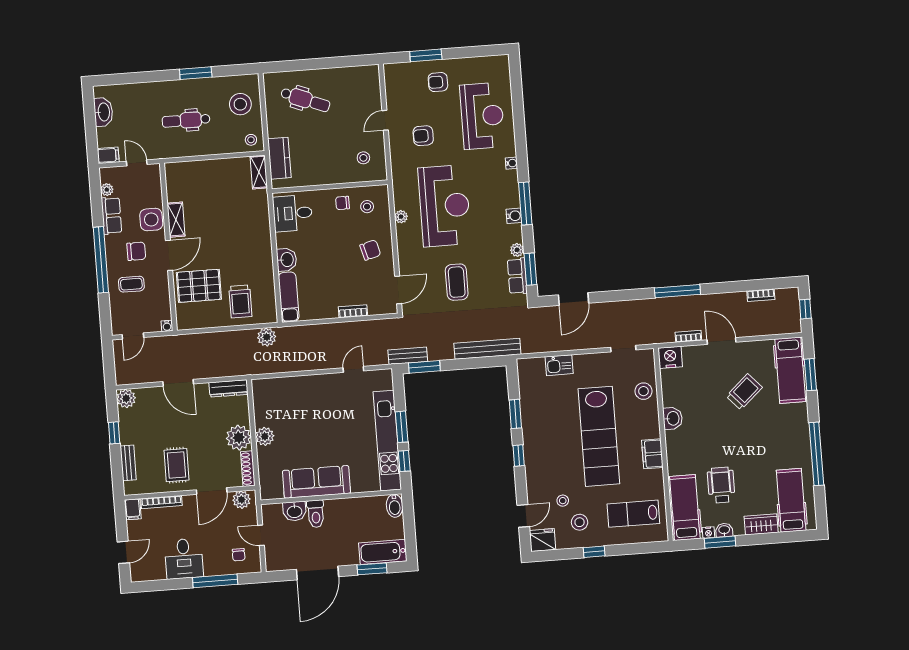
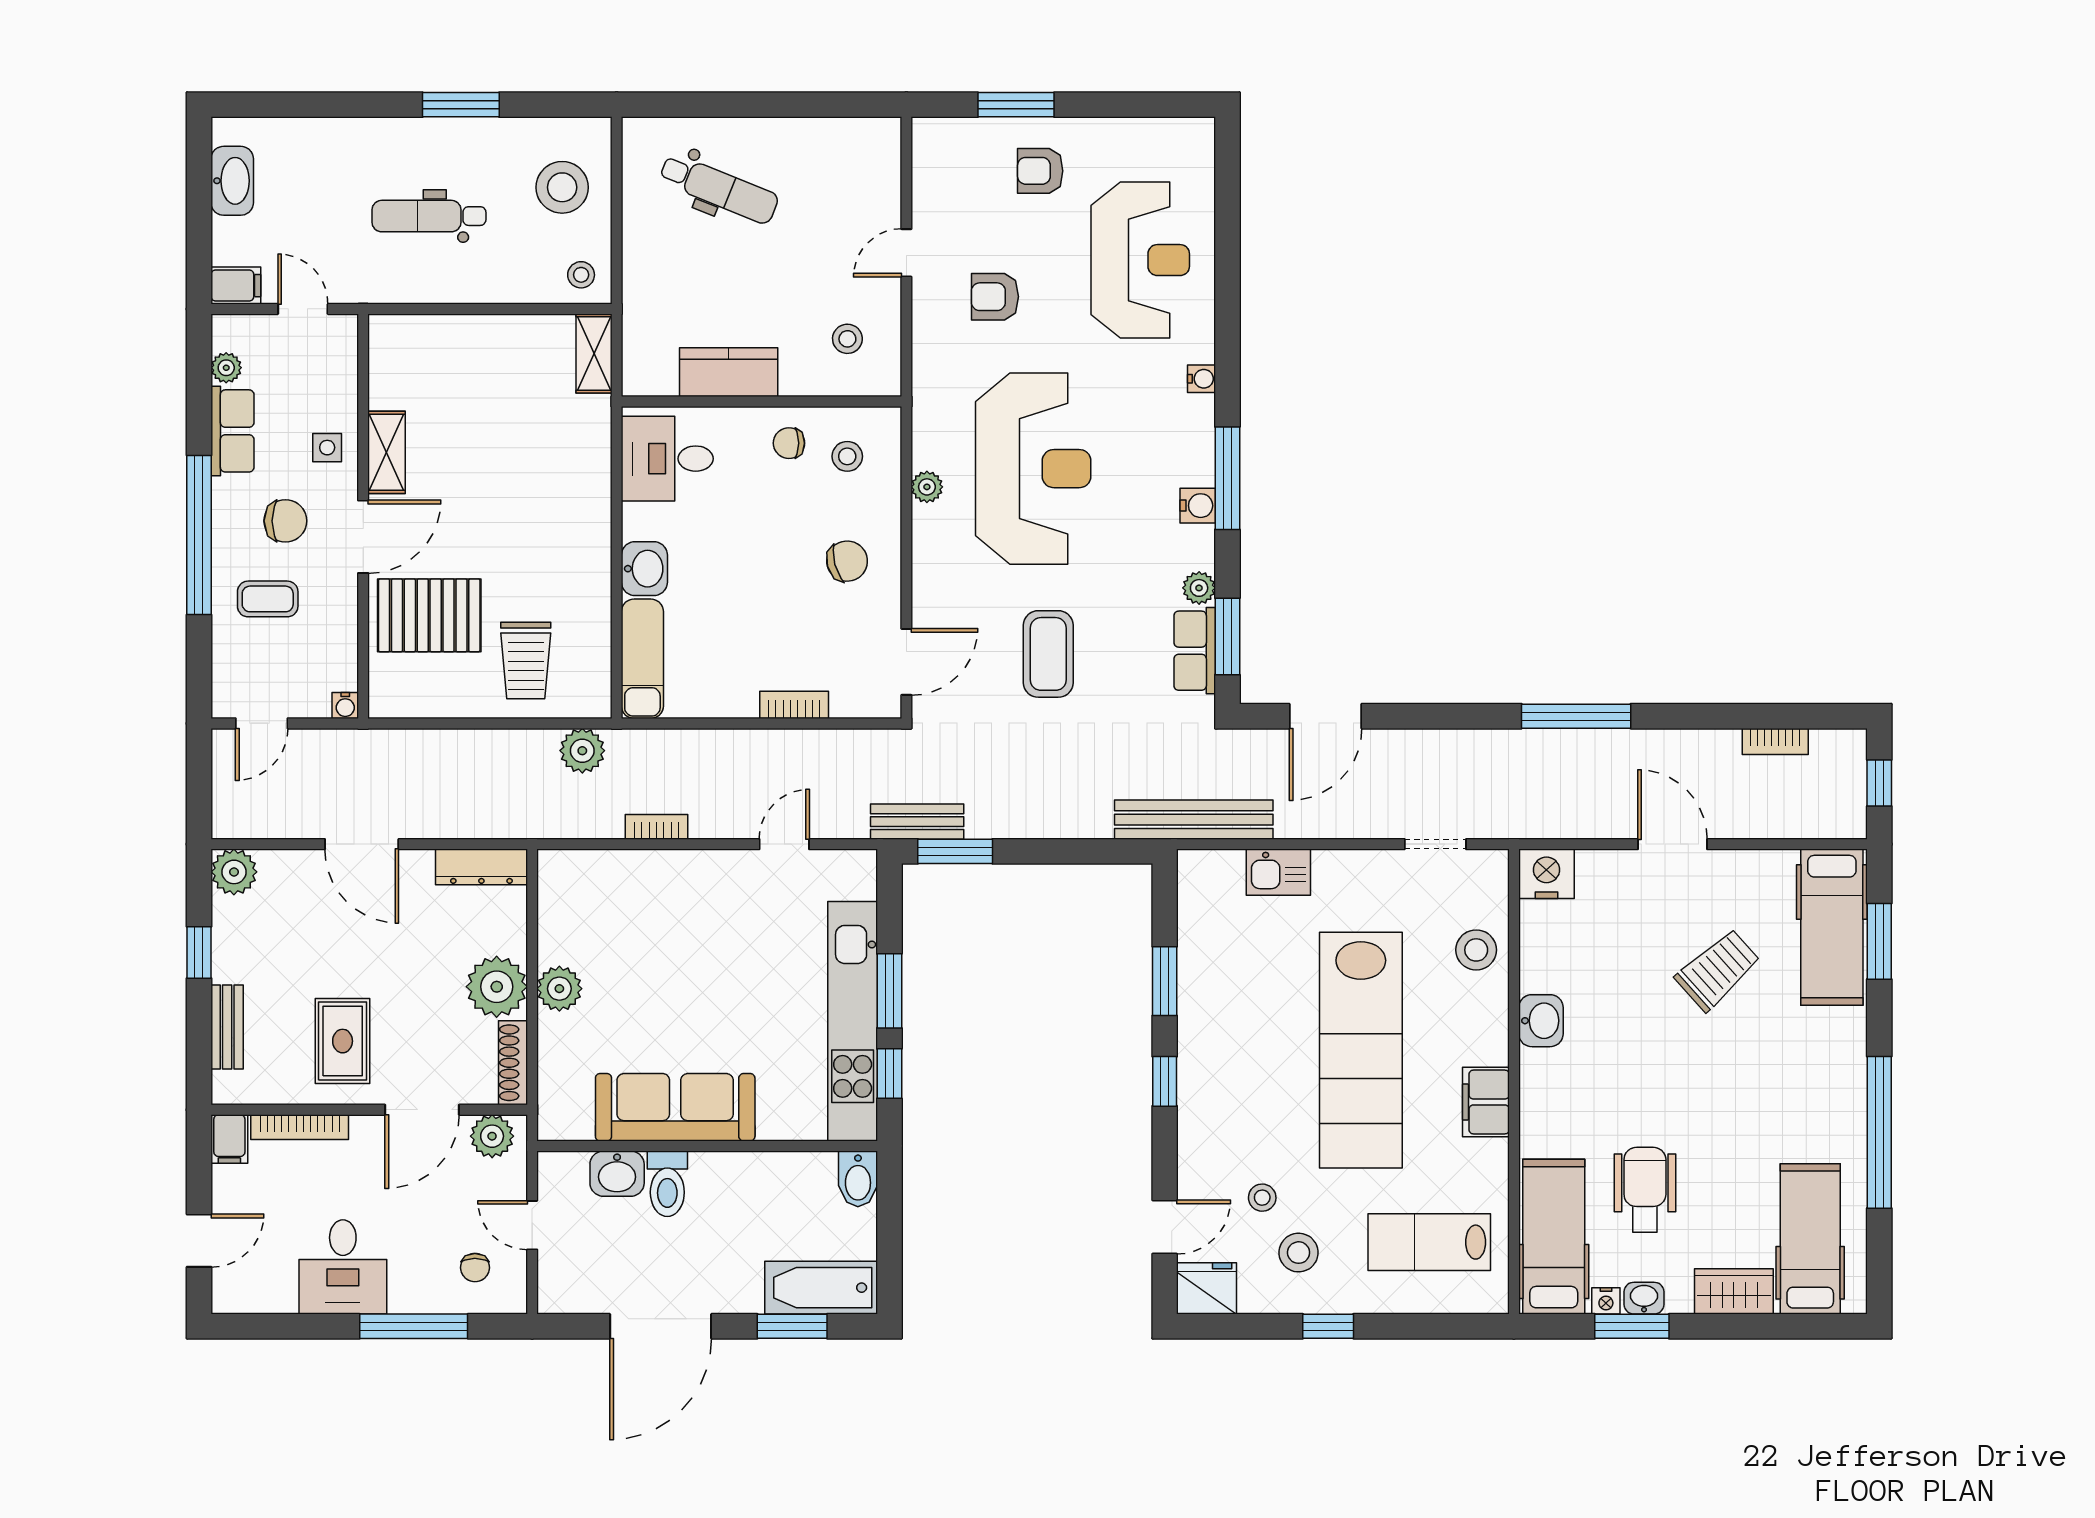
kitchen counter: (279, 158) -> (729, 372), moved, turned -90
side table: (151, 220) -> (327, 448), width x0.54, depth x0.54
bookcase: (688, 336) -> (656, 827), moved
bench: (487, 349) -> (1194, 820), moved

